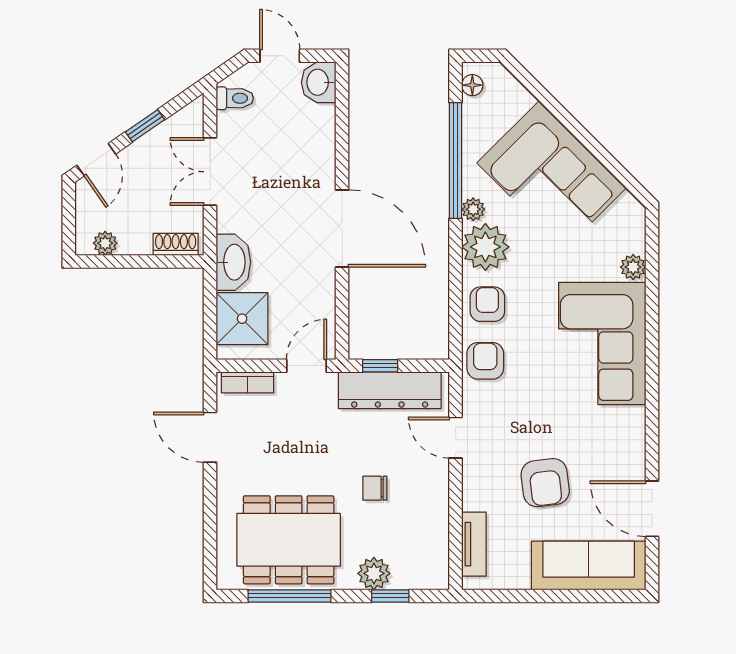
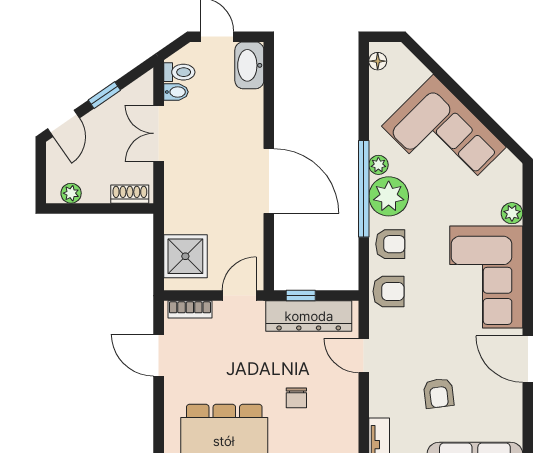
washbasin: (319, 82) -> (249, 65), width x1.38
bidet: (231, 122) -> (176, 92), added
window: (456, 160) -> (364, 189), moved
washbasin: (233, 262) -> (178, 209), removed
armchair: (487, 304) -> (390, 244), turned 90
armchair: (485, 361) -> (389, 291), turned 90
armchair: (545, 483) -> (439, 393), width x0.72, depth x0.72
chair: (375, 488) -> (296, 398), turned -90
door: (652, 509) -> (528, 359), moved

